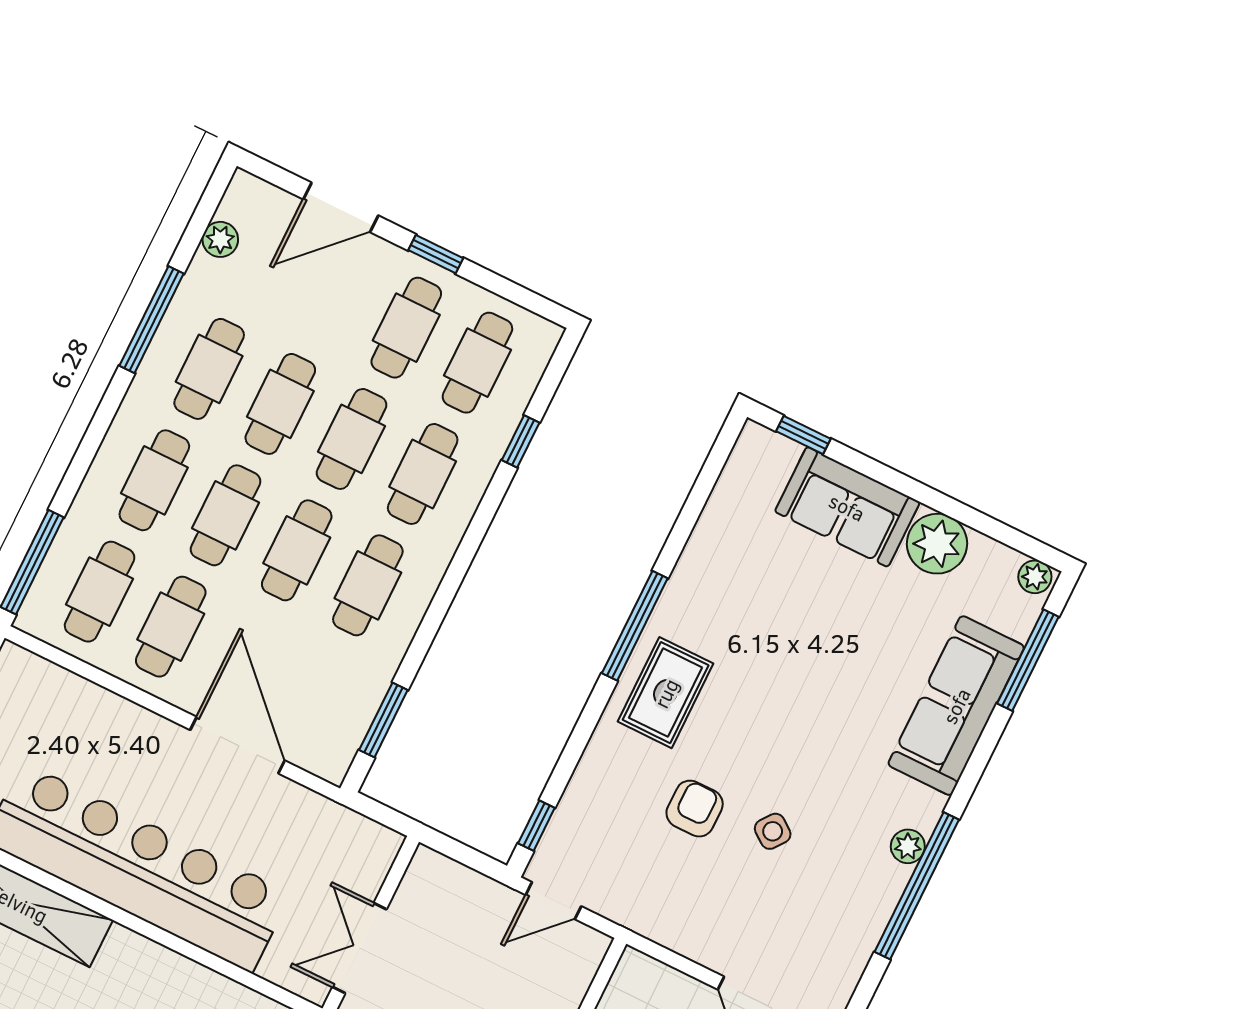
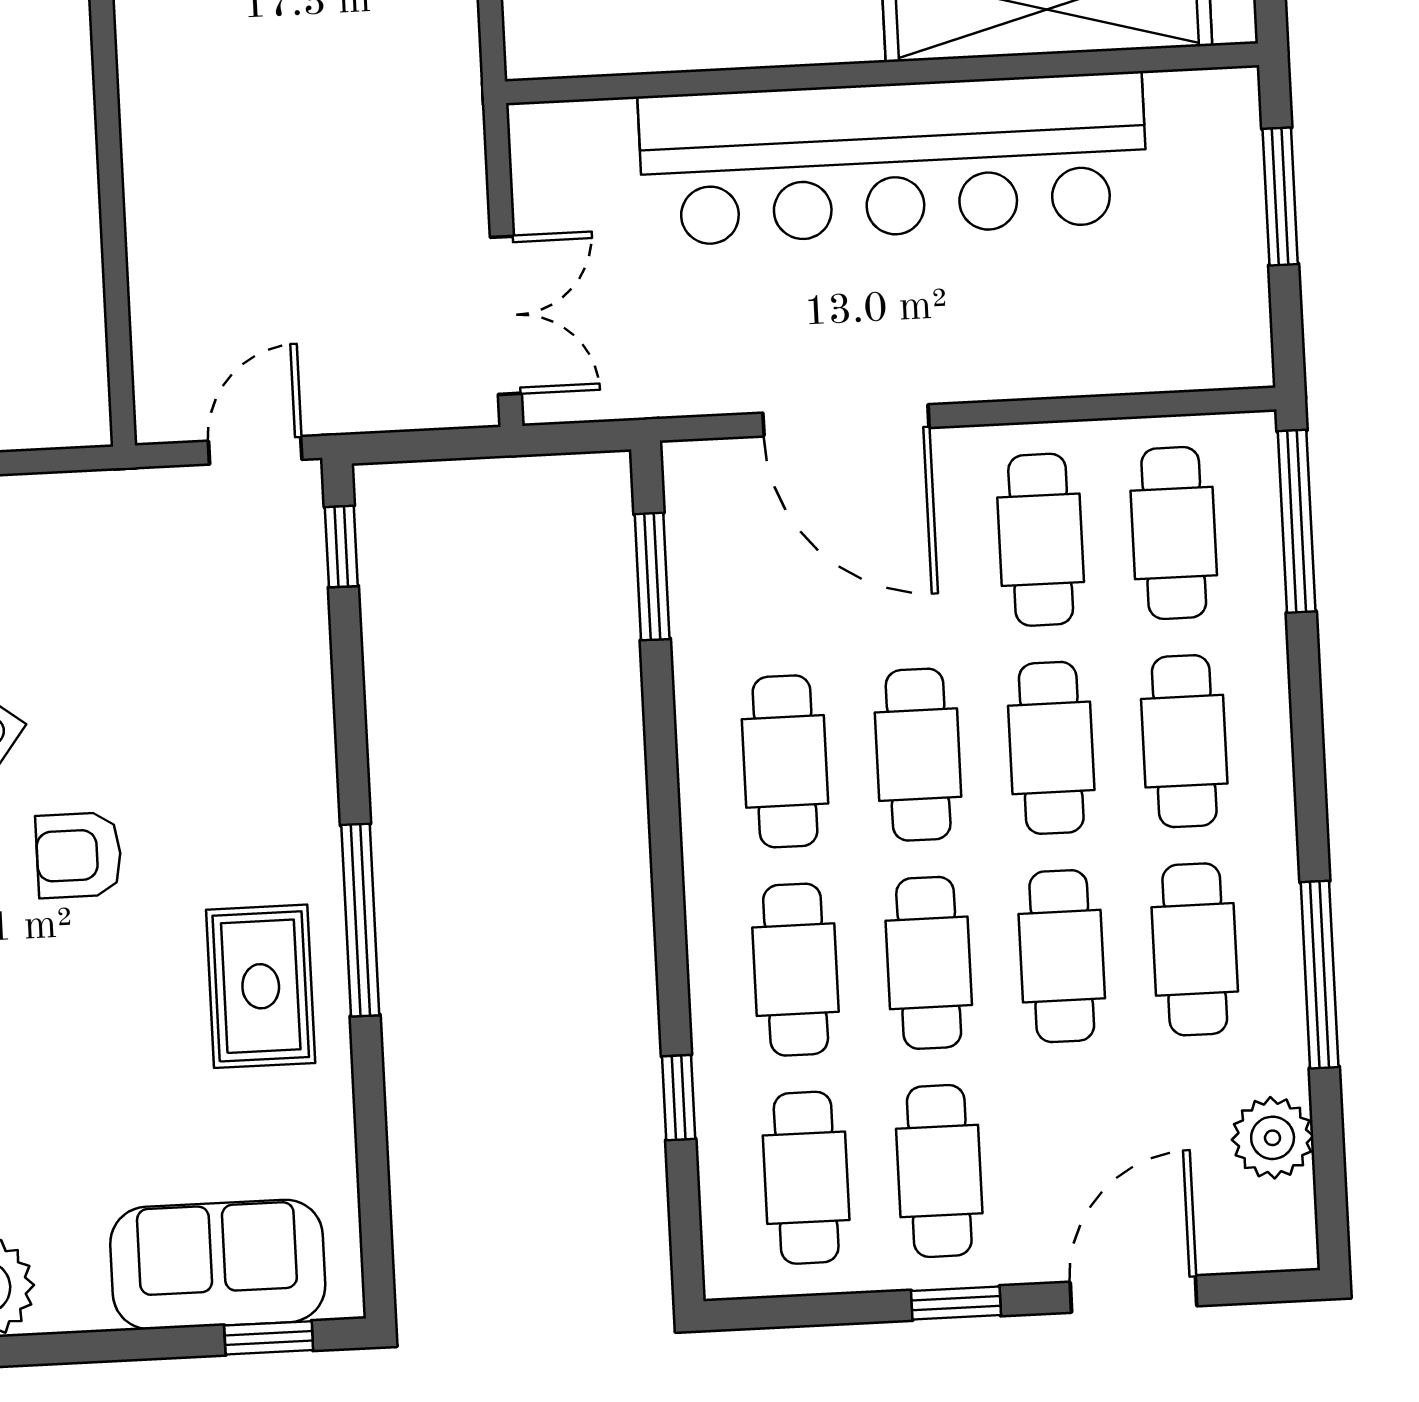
plant: (220, 239) -> (1273, 1138), width x1.38, depth x1.38
sofa: (847, 507) -> (218, 1264), moved
rug: (666, 693) -> (261, 986), moved
armchair: (695, 809) -> (79, 855), moved, turned 90
double door: (359, 948) -> (506, 315), moved

